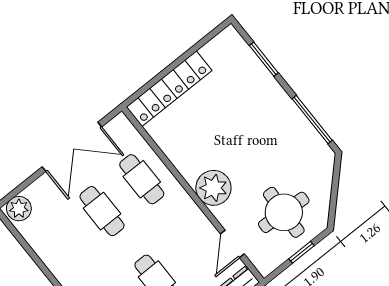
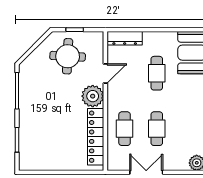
locker: (169, 89) -> (96, 137), moved, turned -90
double door: (72, 147) -> (146, 172), width x0.73
door: (232, 244) -> (105, 73), moved

